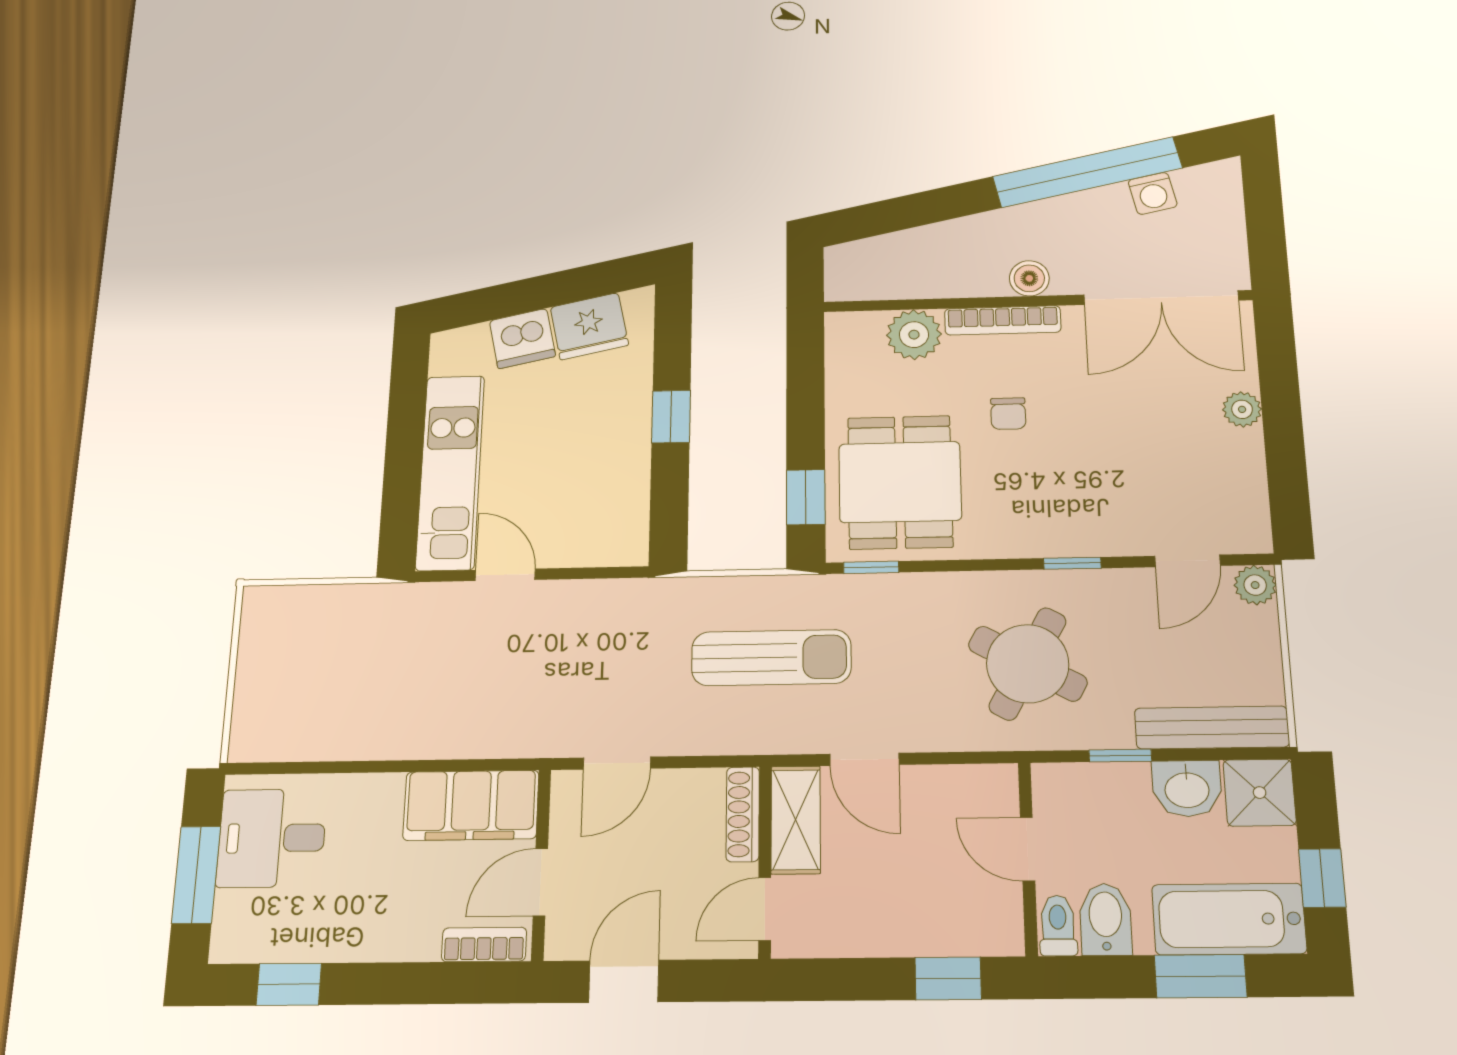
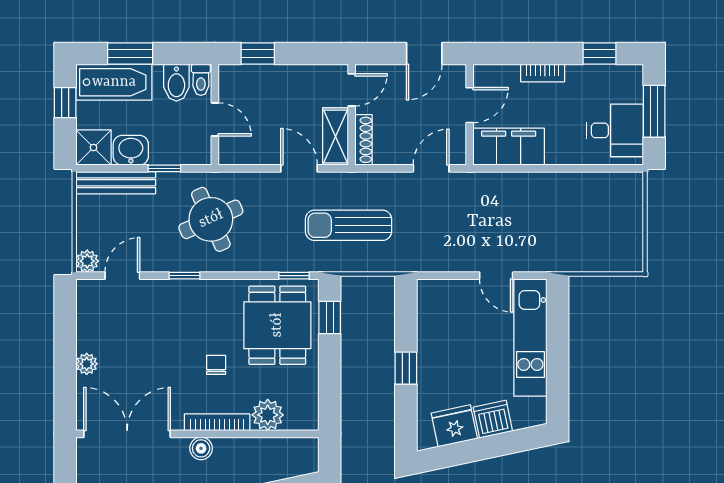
round table: (1028, 664) -> (211, 219), turned 37
bookcase: (484, 944) -> (543, 73), moved

